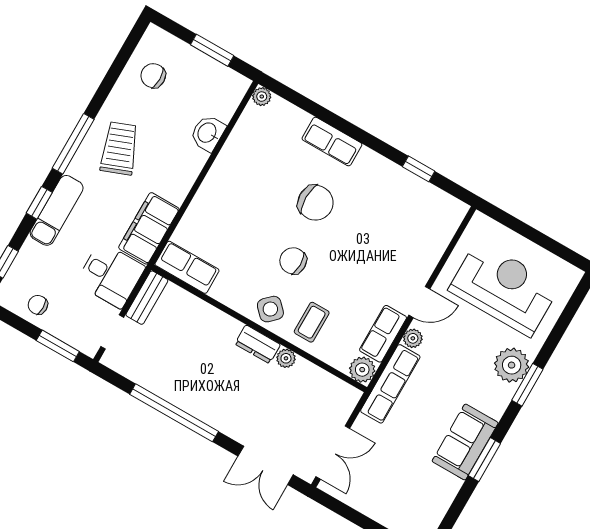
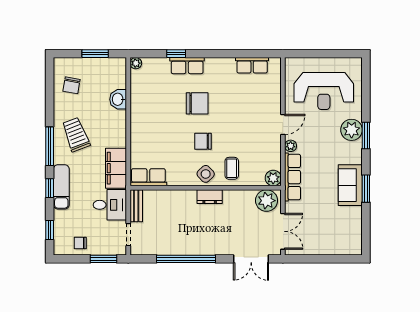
chair: (153, 76) -> (71, 85), turned -80
window: (419, 169) -> (176, 54), moved
reception desk: (504, 288) -> (324, 91), turned 180
row of seats: (383, 334) -> (252, 65), moved, turned -90
plant: (286, 358) -> (267, 201), moved, width x1.87, depth x1.87

